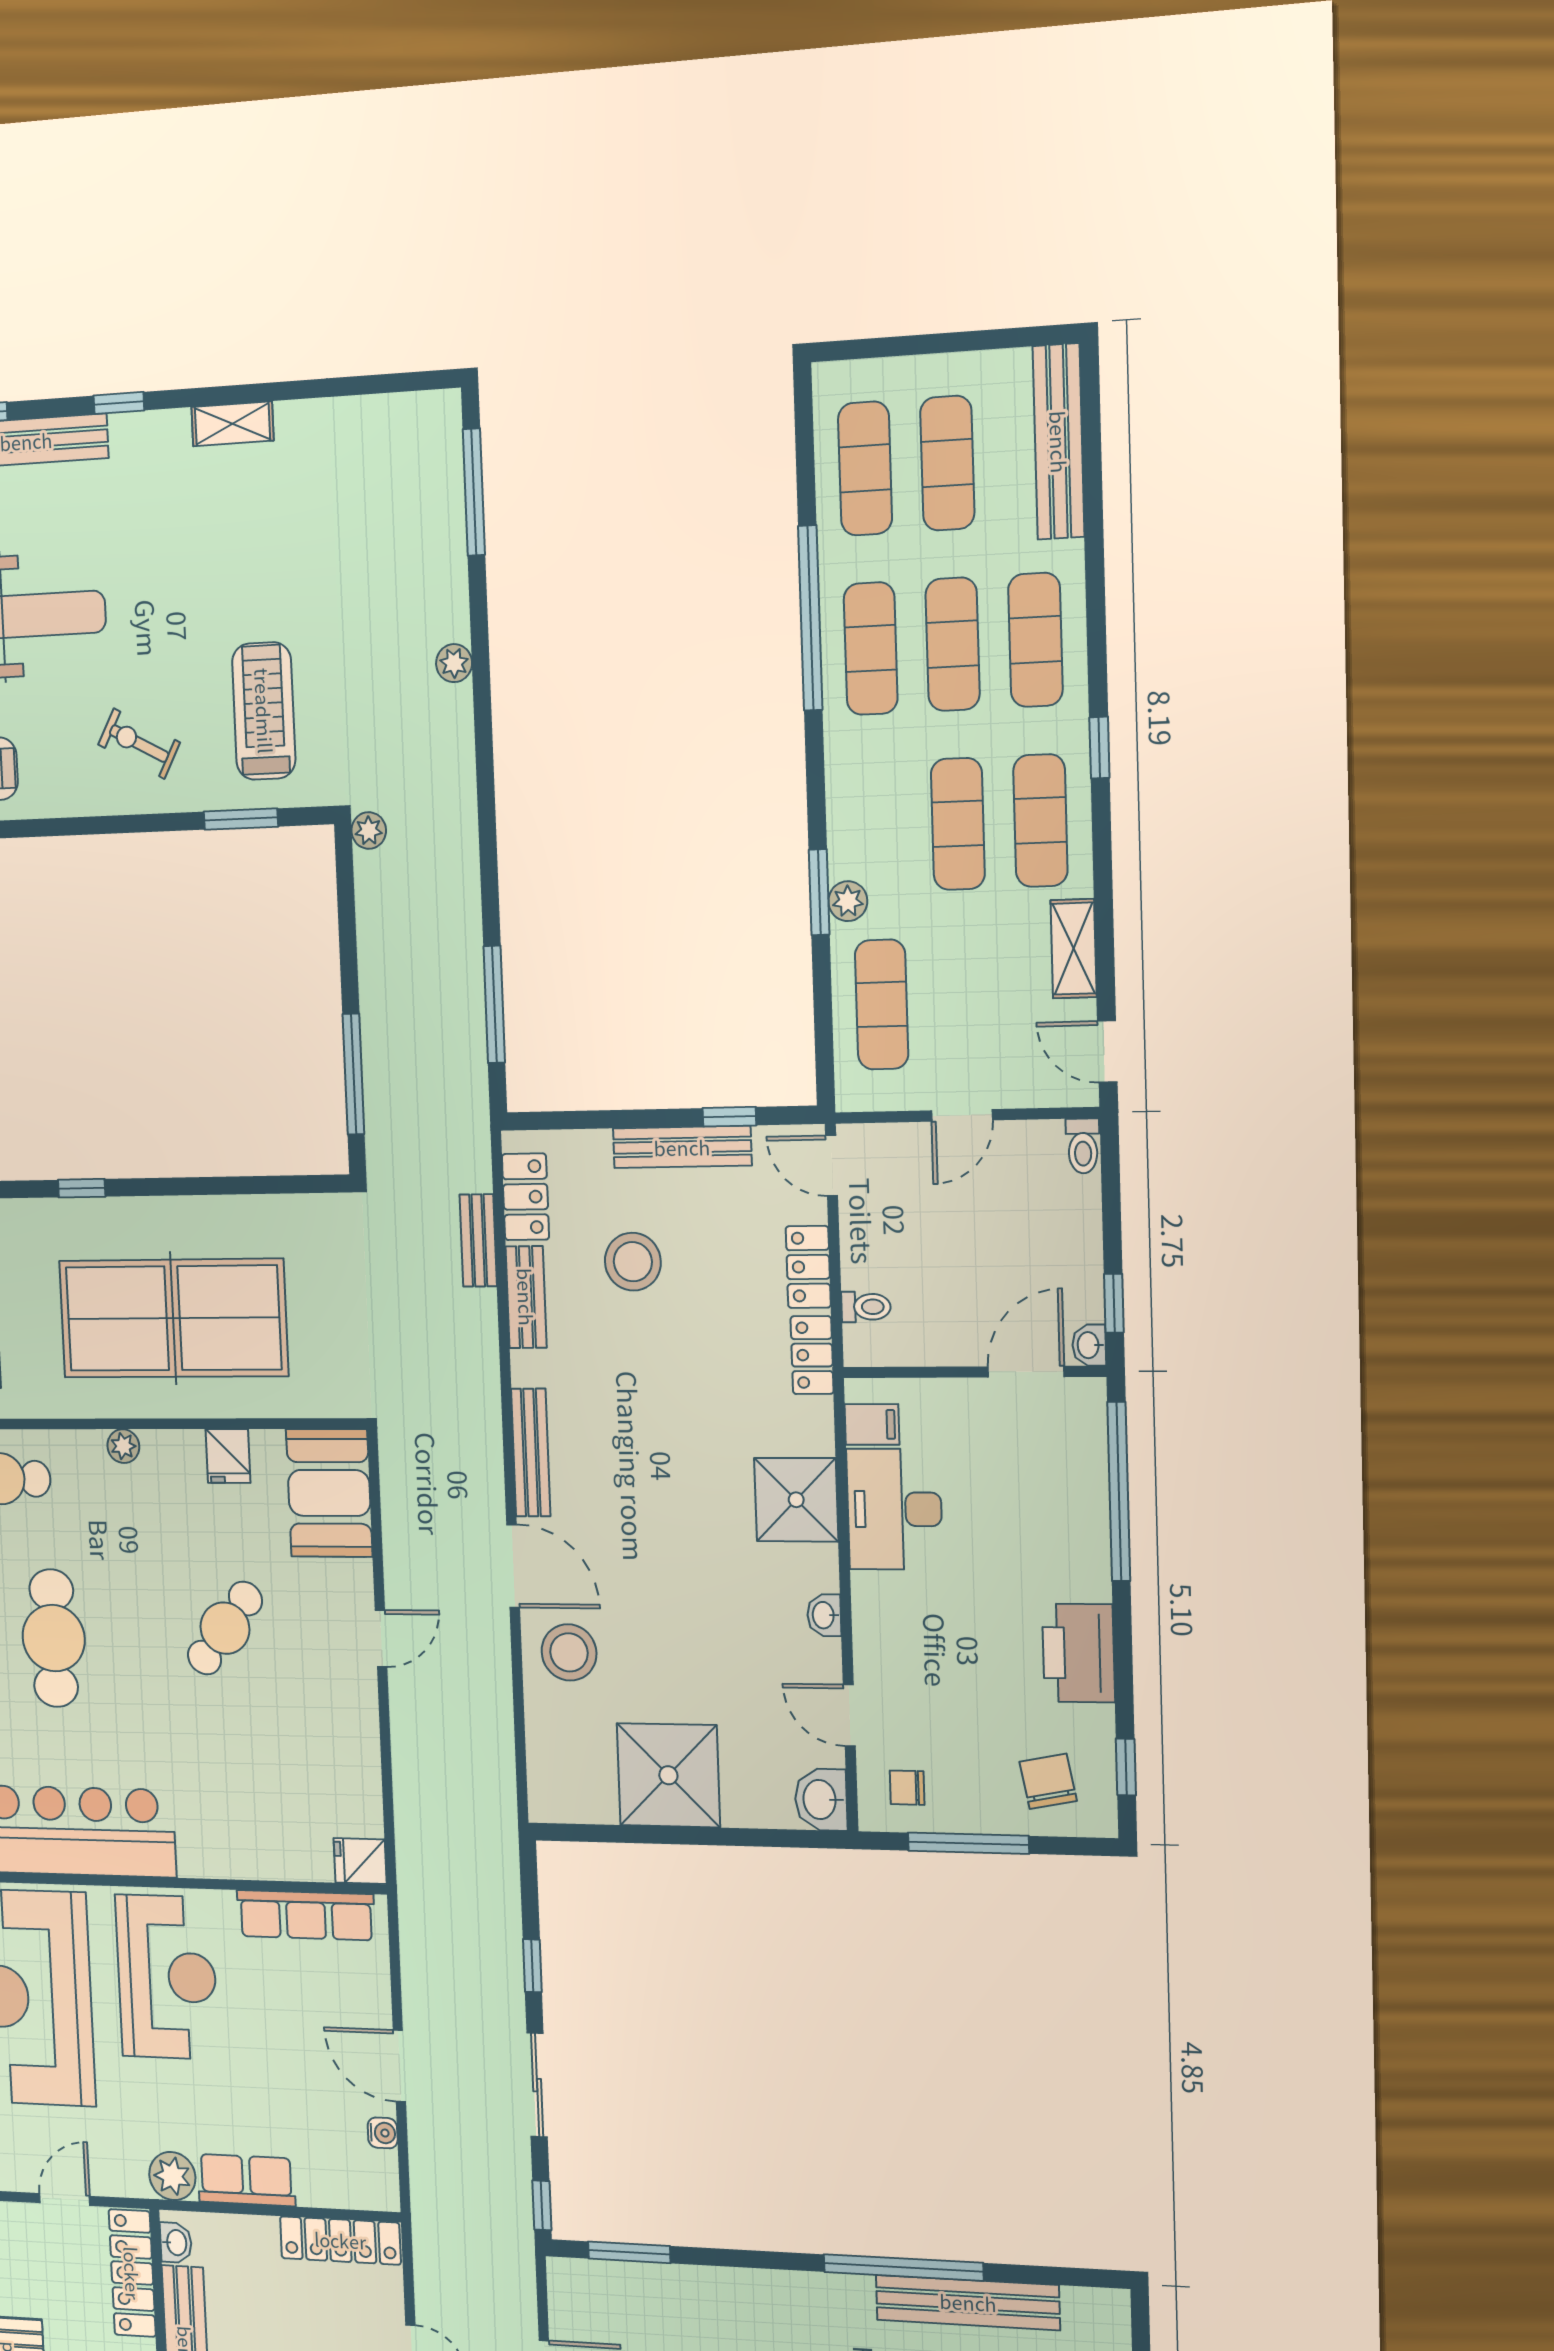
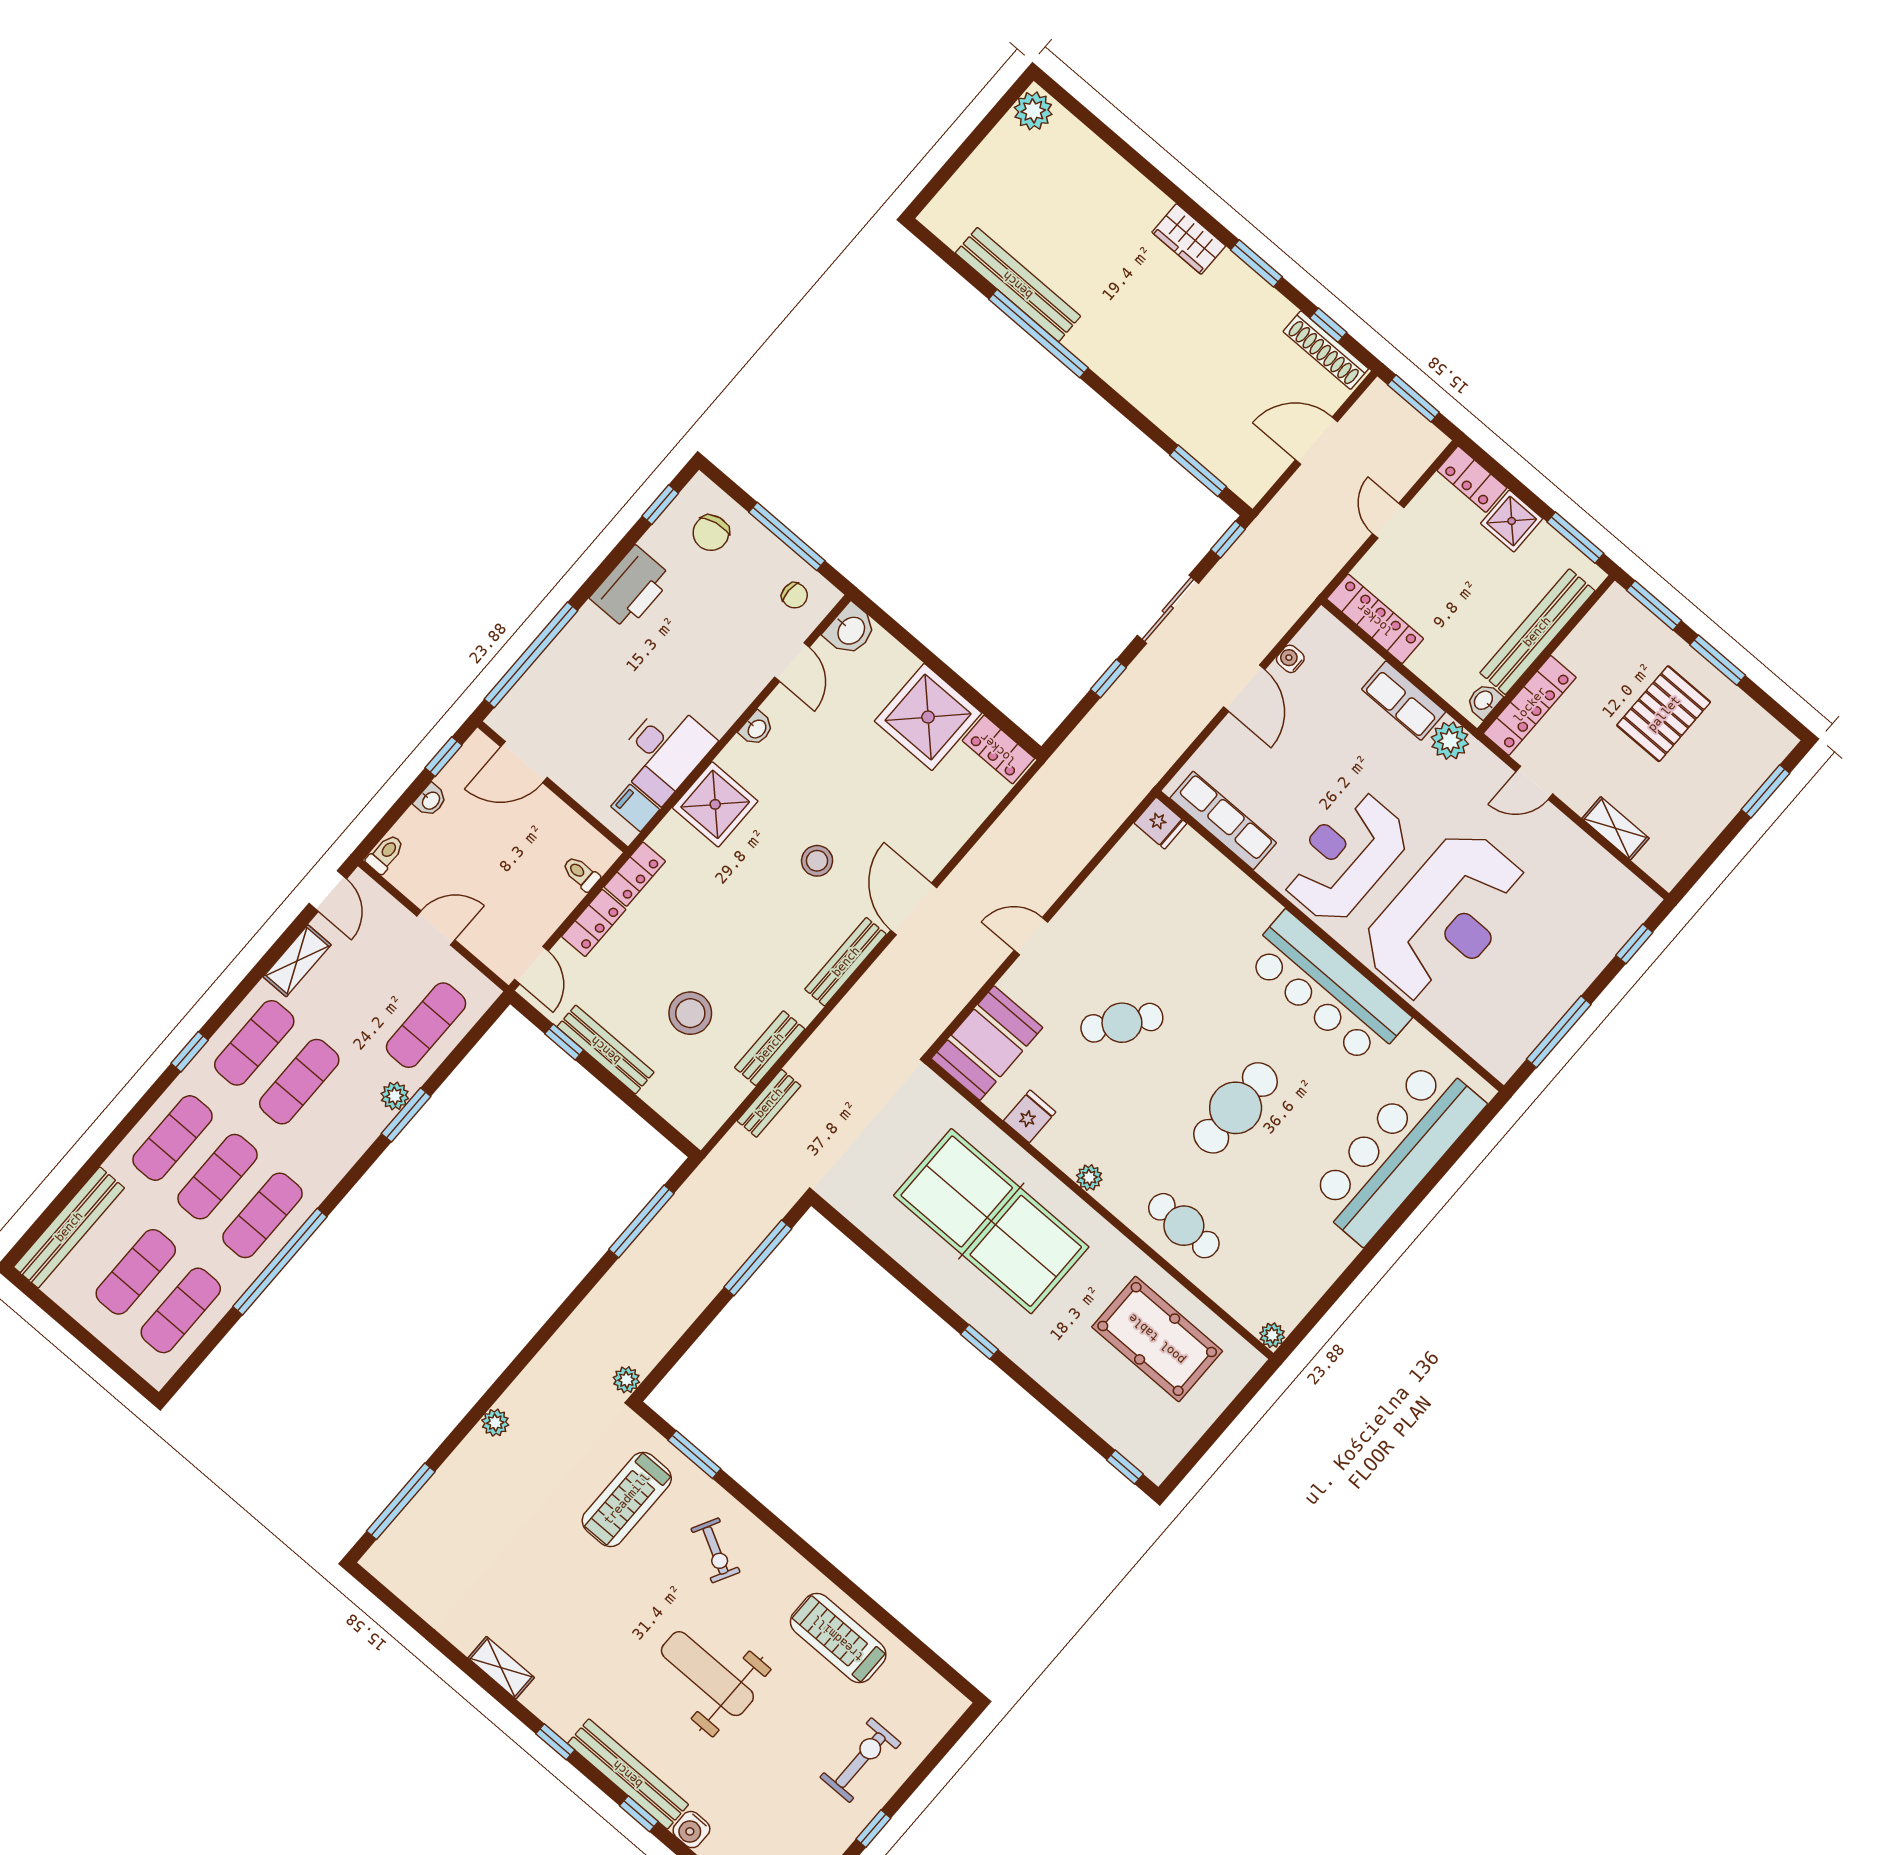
locker: (525, 1197) -> (998, 749), moved, turned -90
washbasin: (1089, 1345) -> (430, 800), moved
stool: (569, 1652) -> (817, 861), moved, width x0.73, depth x0.73

